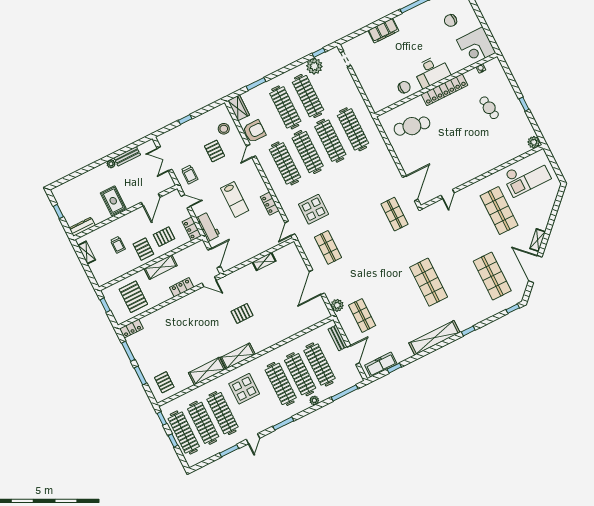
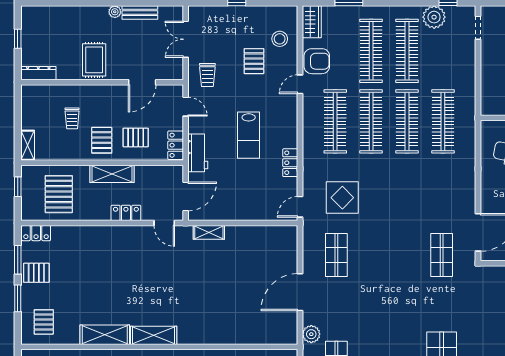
shelving: (87, 253) -> (28, 145), moved
shelving: (264, 262) -> (209, 232), moved
pallet: (242, 313) -> (36, 273), moved

